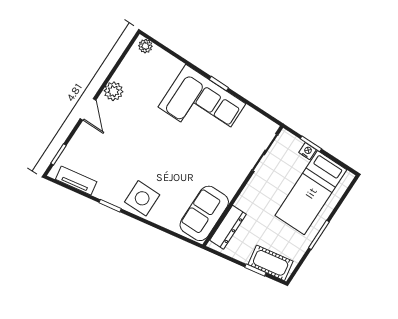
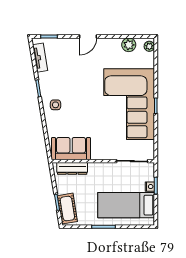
plant: (113, 91) -> (129, 45), moved
corner sofa: (202, 105) -> (129, 104), width x1.36, depth x1.36
side table: (142, 198) -> (56, 105), width x0.54, depth x0.54

